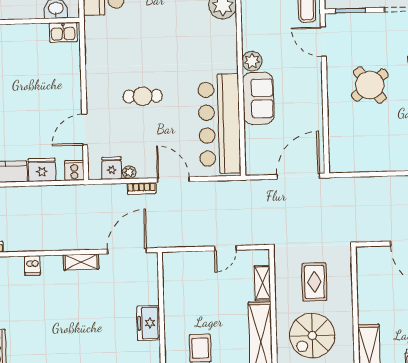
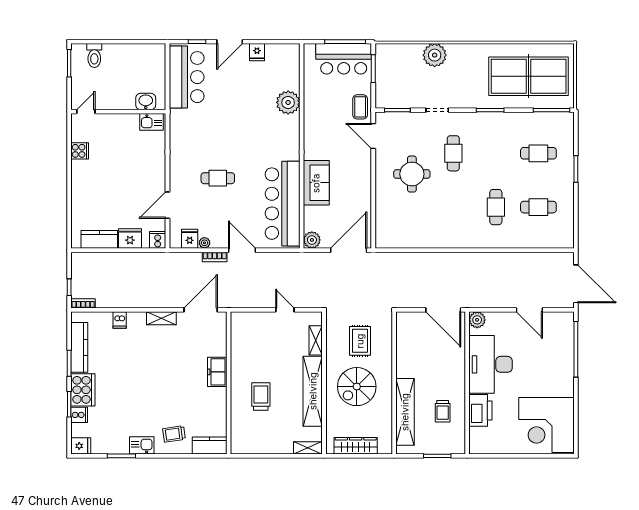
plant: (252, 61) -> (312, 240), moved
round table: (370, 85) -> (412, 174), turned 38
door: (225, 248) -> (285, 310), swing flipped

